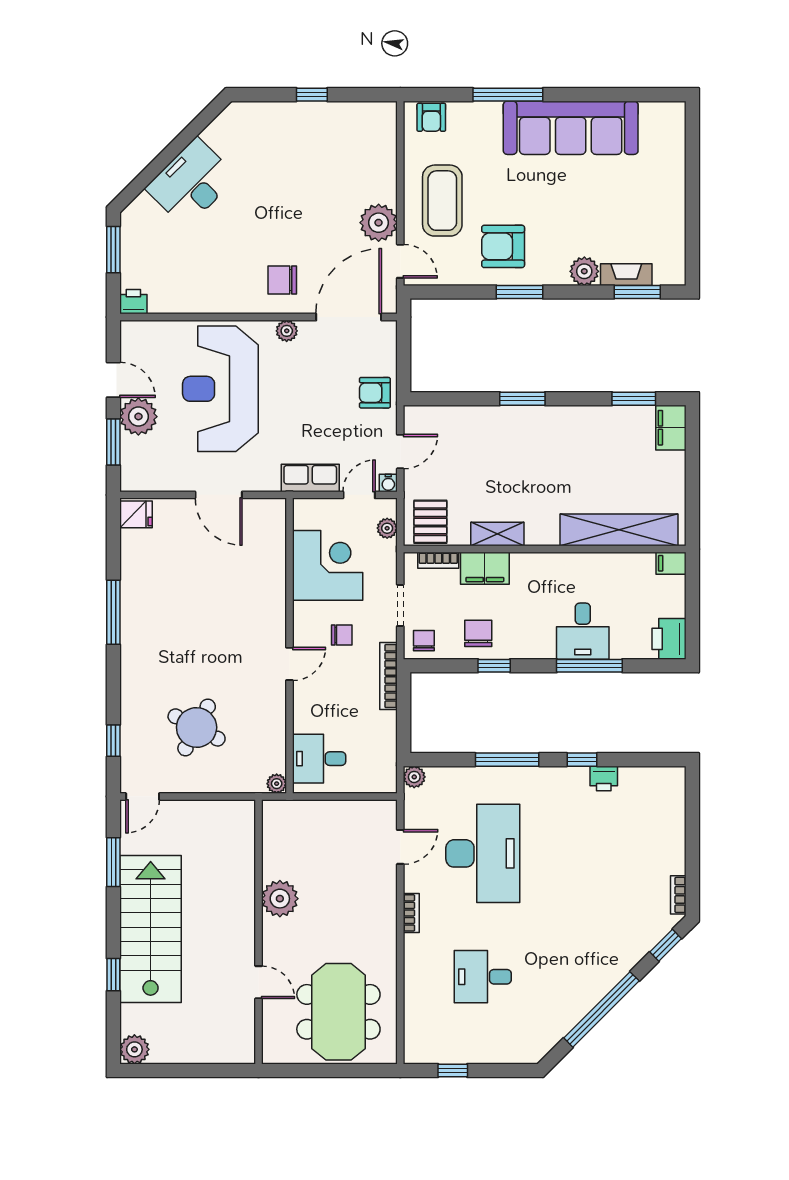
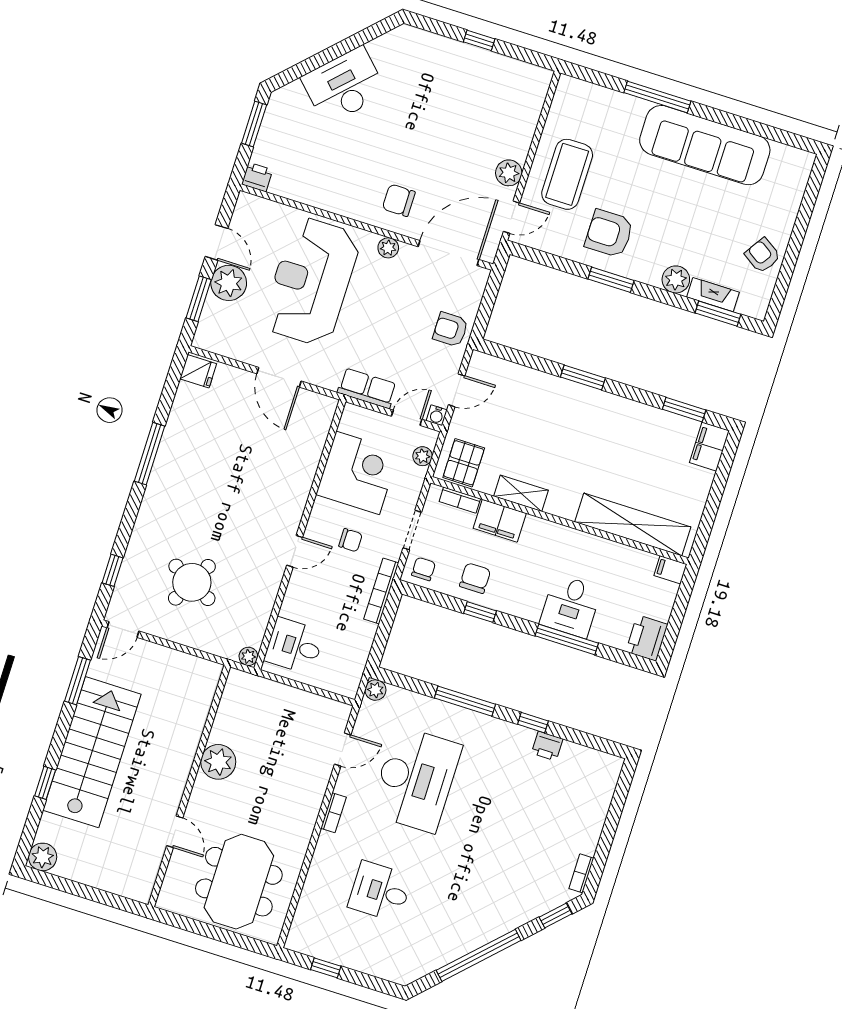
armchair: (431, 117) -> (762, 255), moved, turned 123
plant: (379, 223) -> (509, 173), width x0.73, depth x0.73
door: (400, 261) -> (511, 217), hinge flipped

